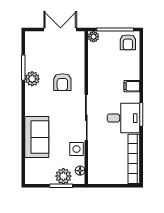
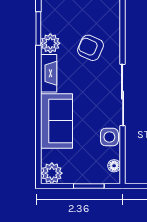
armchair: (62, 82) -> (90, 48), turned 114
fireplace: (31, 101) -> (49, 73), added
plant: (63, 176) -> (52, 173), moved

